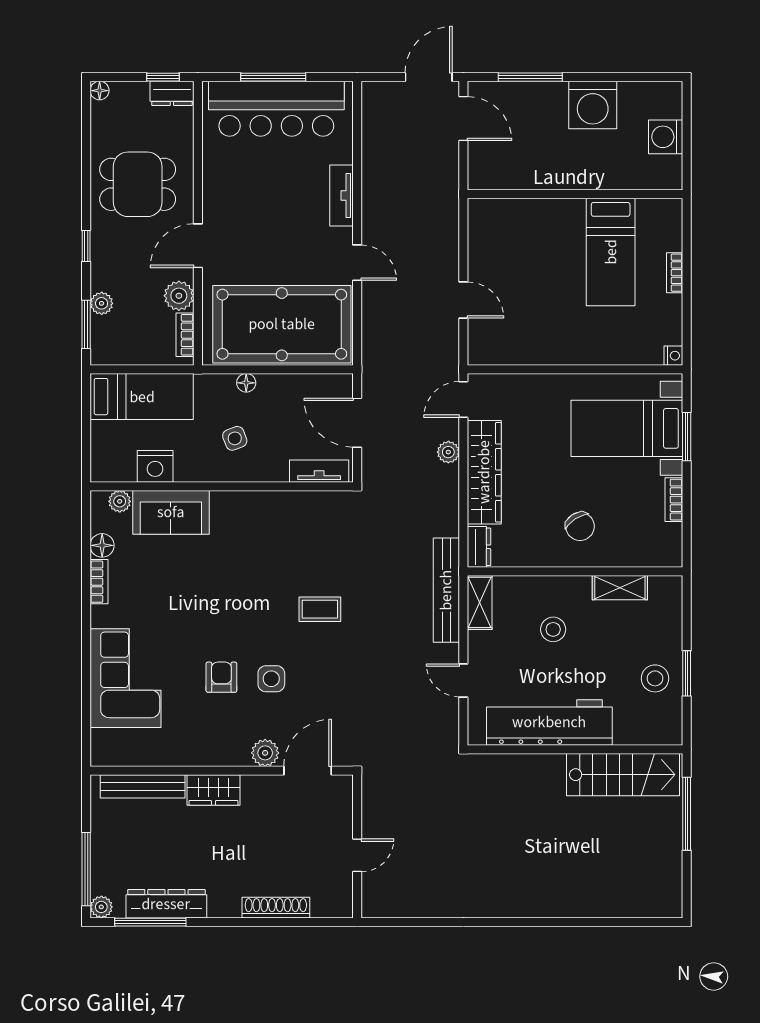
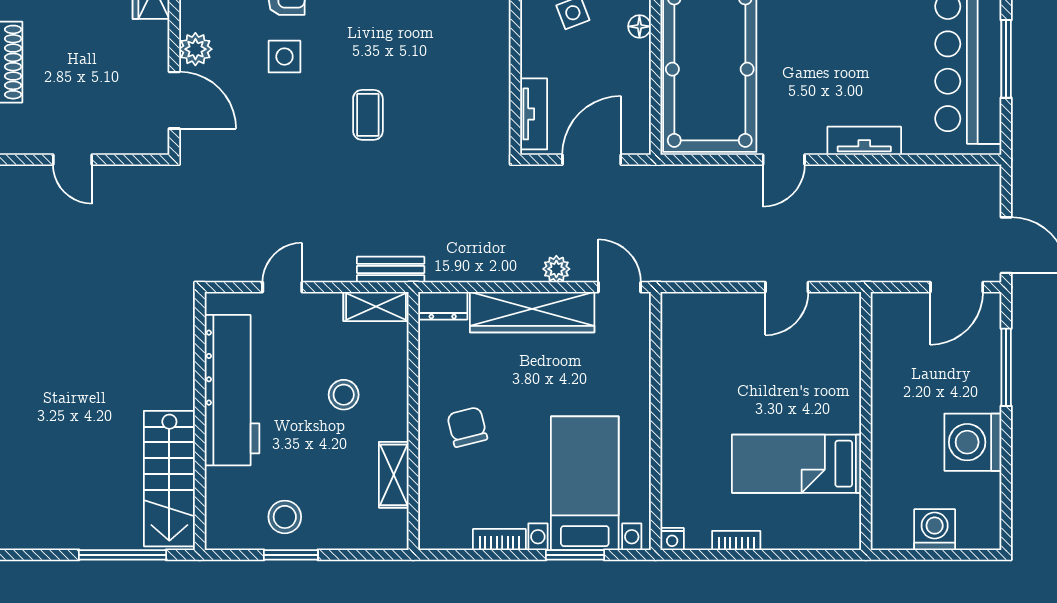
bookcase: (675, 273) -> (736, 540), moved
door: (463, 300) -> (787, 287), moved
chair: (580, 526) -> (467, 427), turned 109
bench: (446, 590) -> (391, 269), width x0.54, depth x0.82

